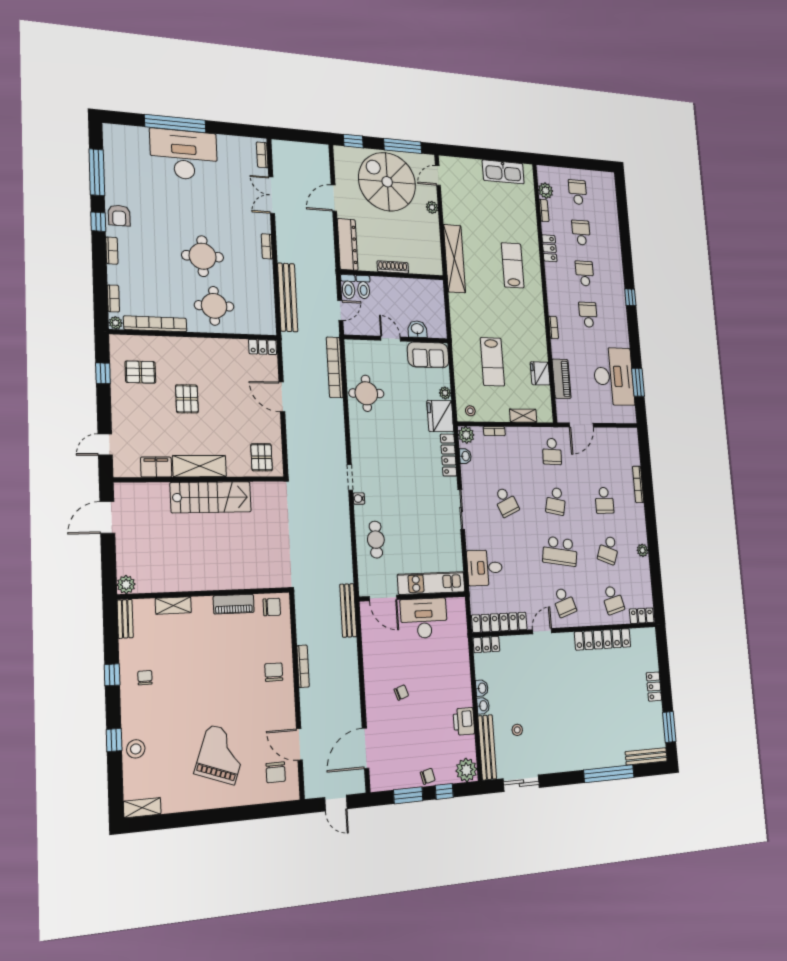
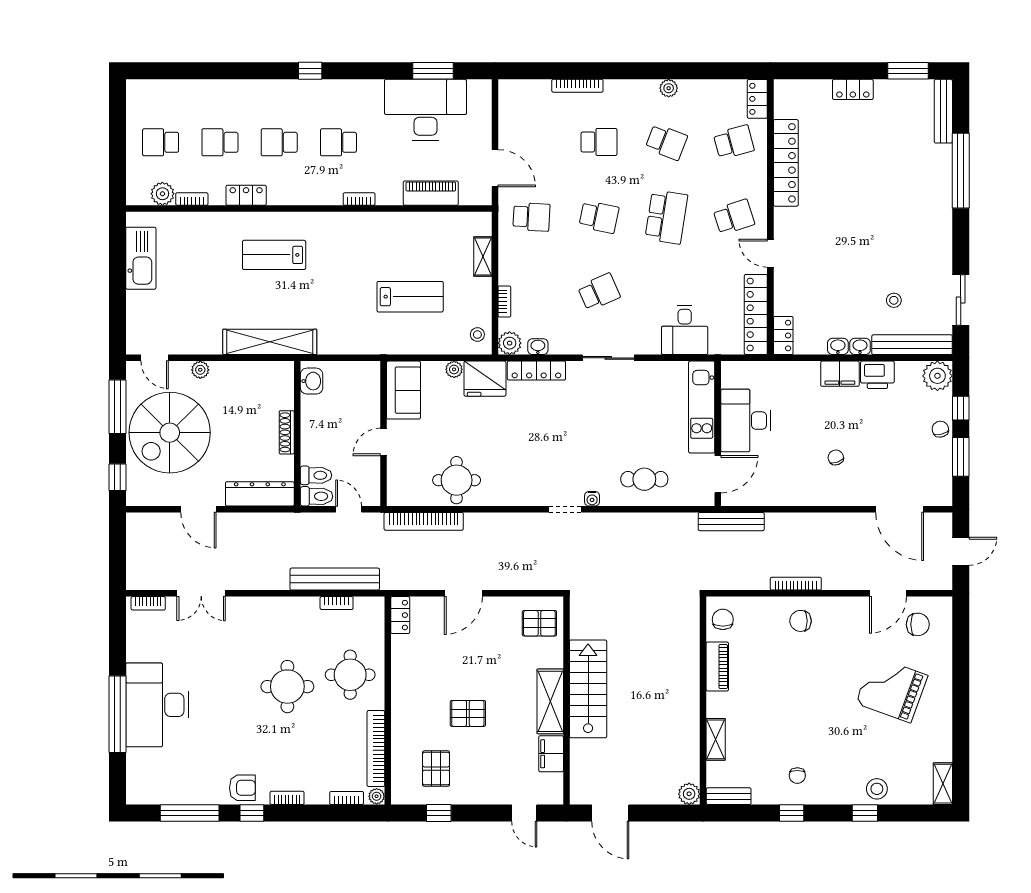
bookcase: (267, 246) -> (337, 603), moved
washbasin: (417, 329) -> (312, 381), moved, turned 180
fridge: (540, 373) -> (424, 225), removed
chair: (145, 678) -> (797, 776), turned -90
filing cabinet: (463, 691) -> (840, 374), added

